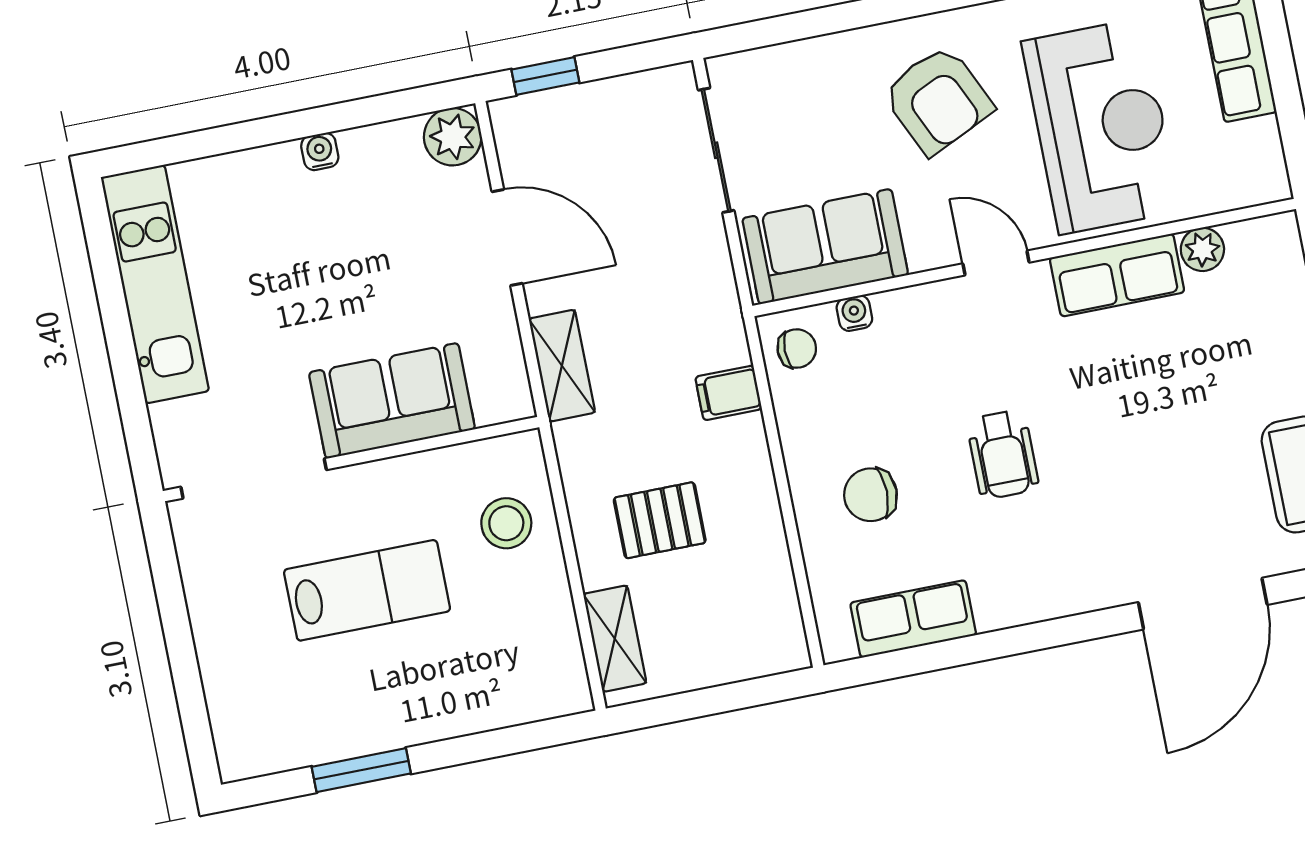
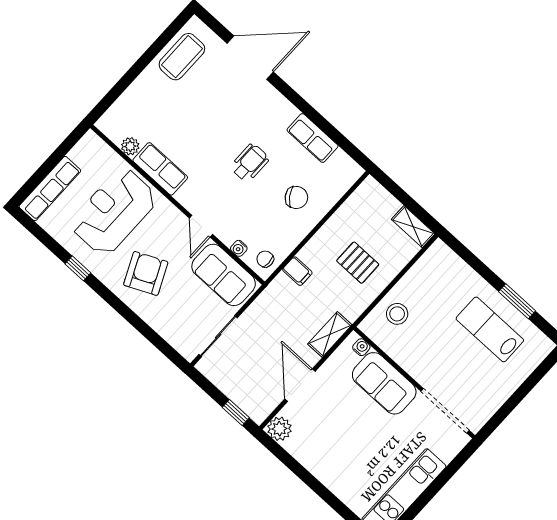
water cooler: (320, 151) -> (361, 347), moved, turned 180
door: (996, 263) -> (201, 226), moved
chair: (871, 495) -> (296, 197), turned -35
lab bench: (367, 590) -> (490, 329), moved
row of seats: (913, 619) -> (313, 138), moved
shelving: (615, 639) -> (413, 227), moved, turned 90

